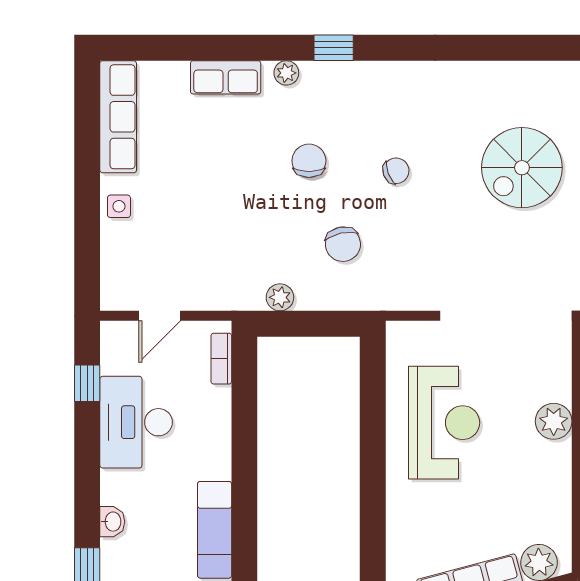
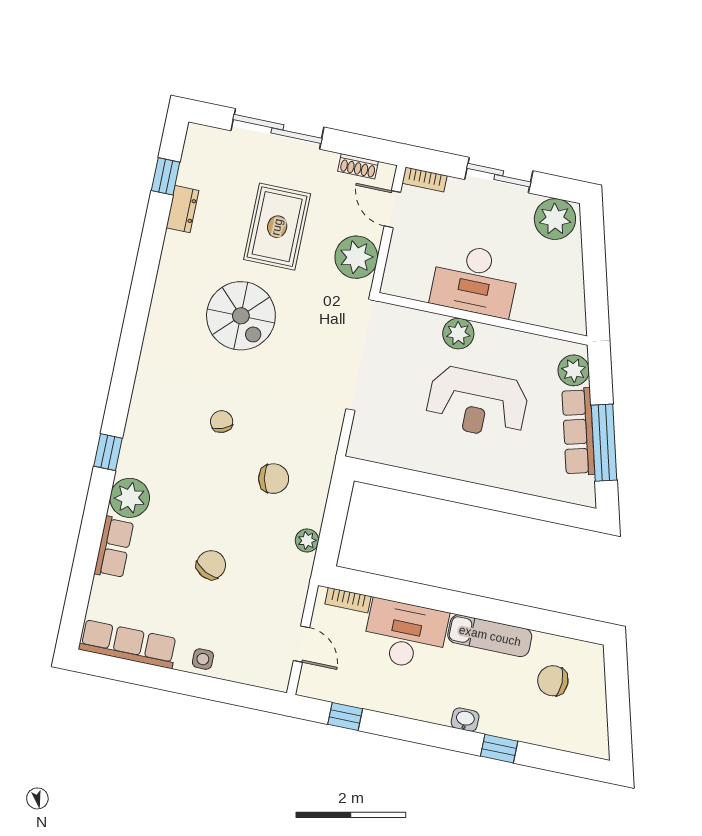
plant: (286, 73) -> (130, 498), width x1.88, depth x1.88
chair: (309, 161) -> (211, 565), moved, turned 117
desk: (136, 422) -> (405, 635), moved, turned 180
reception desk: (444, 423) -> (477, 403), moved, turned 180

